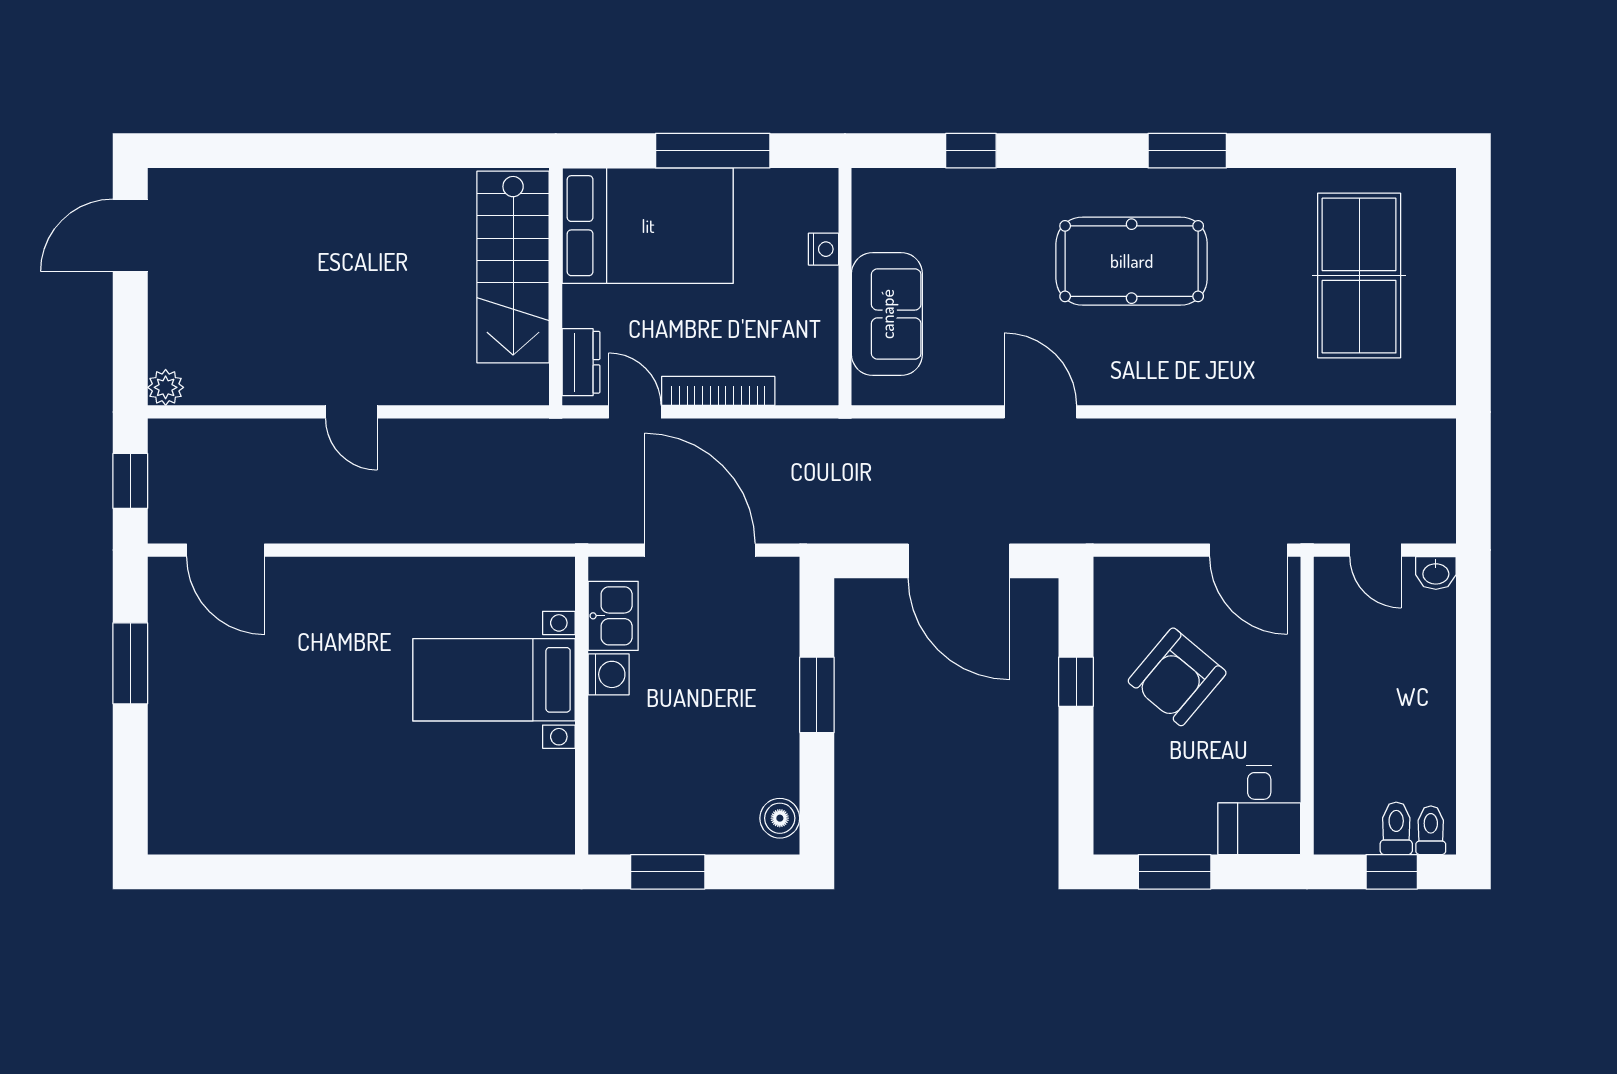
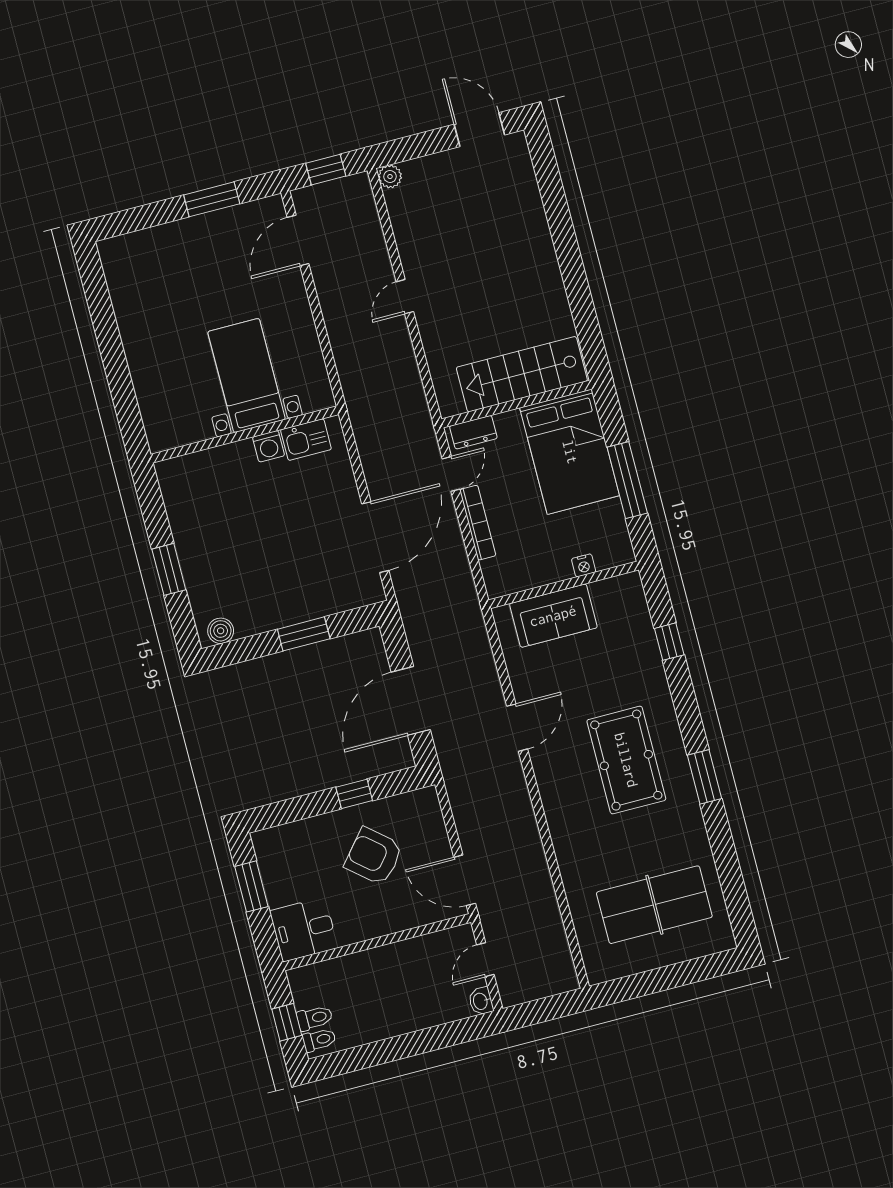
door: (1249, 550) -> (465, 880), hinge flipped
kitchen sink: (613, 616) -> (306, 440), moved
washing machine: (609, 674) -> (269, 446), moved
bed with nightstands: (494, 680) -> (247, 375), moved
wall: (582, 706) -> (245, 434), moved

